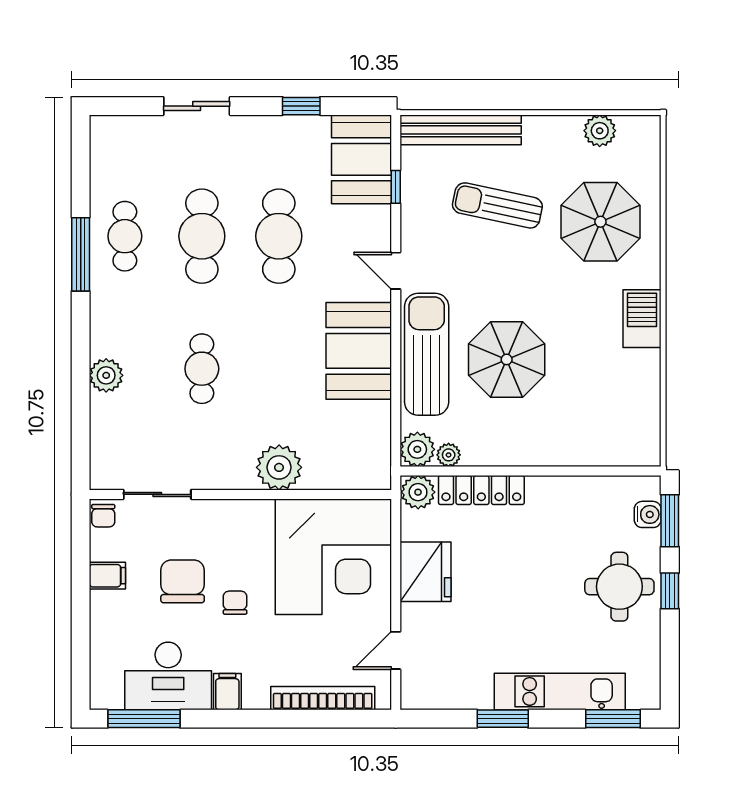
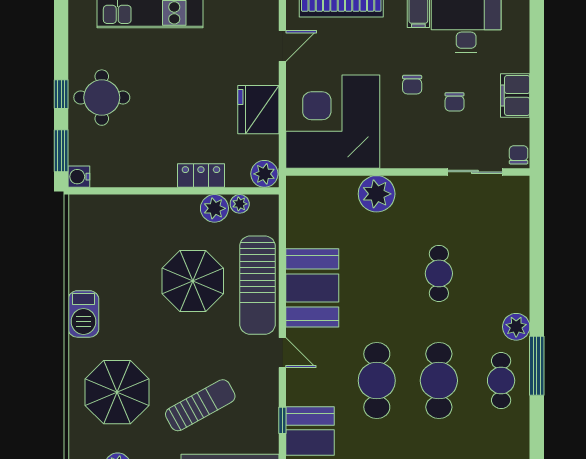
sun lounger: (497, 205) -> (200, 405), turned -41
plant: (106, 375) -> (516, 327), moved
plant: (417, 449) -> (214, 208), moved
locker: (481, 490) -> (201, 176), width x0.66
water cooler: (648, 514) -> (79, 177), moved
filing cabinet: (107, 576) -> (515, 95), width x2.00
chair: (183, 581) -> (455, 102), width x0.54, depth x0.54

